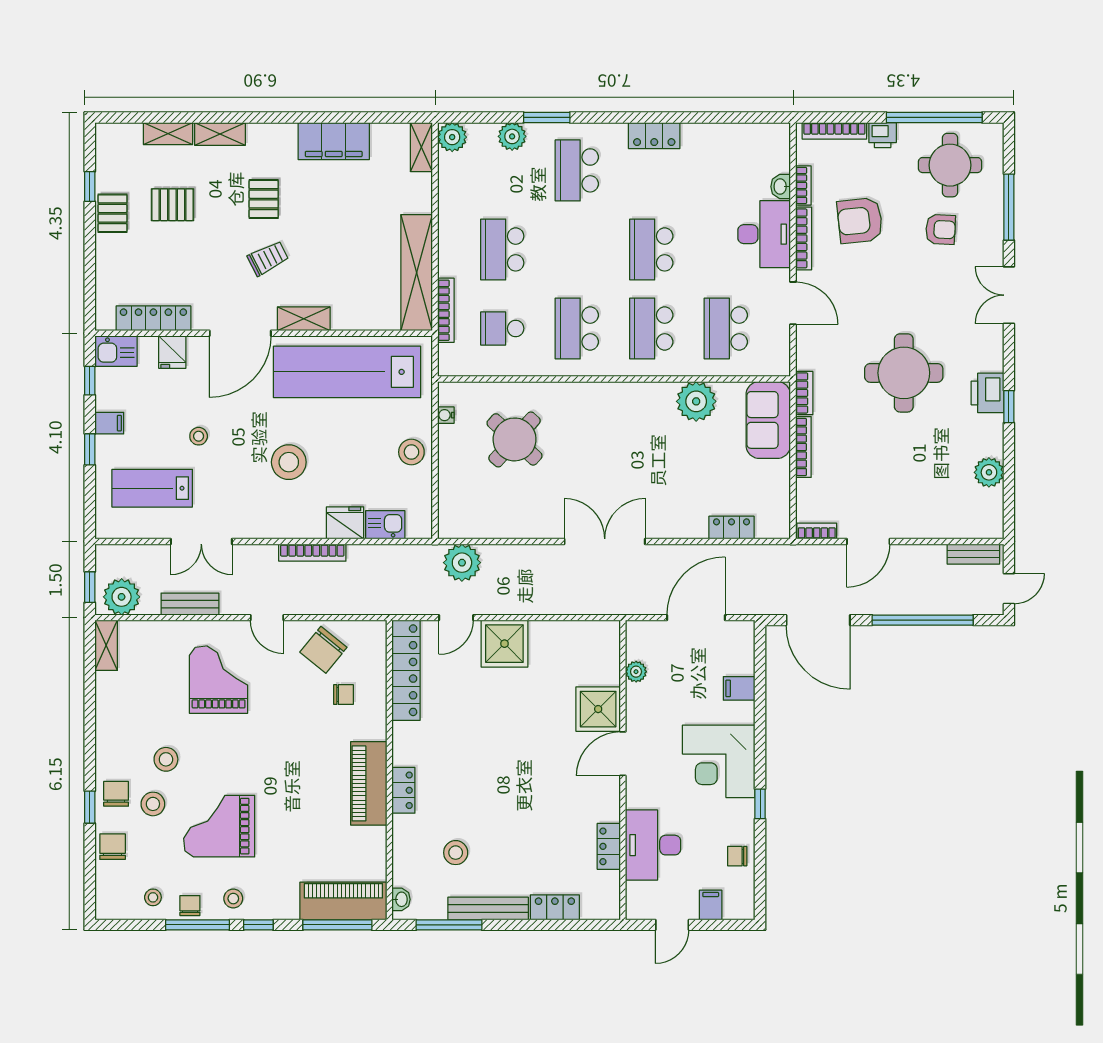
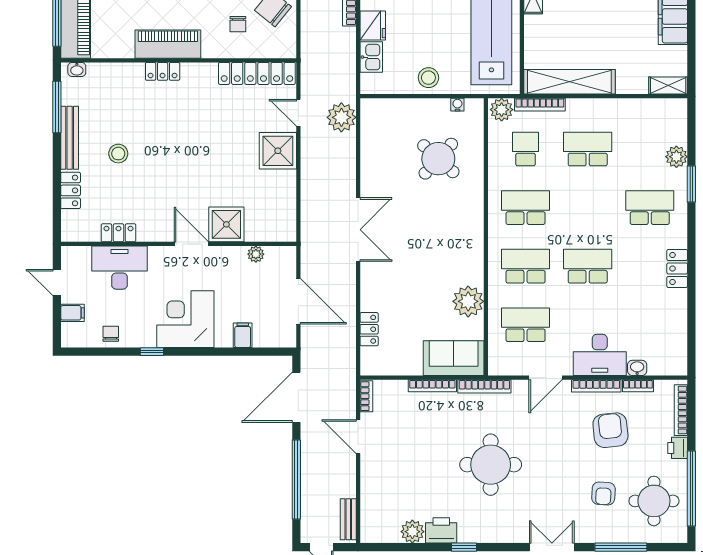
plant: (452, 137) -> (502, 110), moved
bookcase: (804, 393) -> (484, 386), width x1.56
printer: (987, 393) -> (441, 530), moved
stool: (456, 853) -> (118, 154), moved

